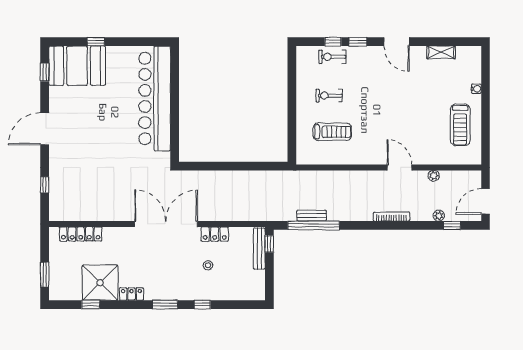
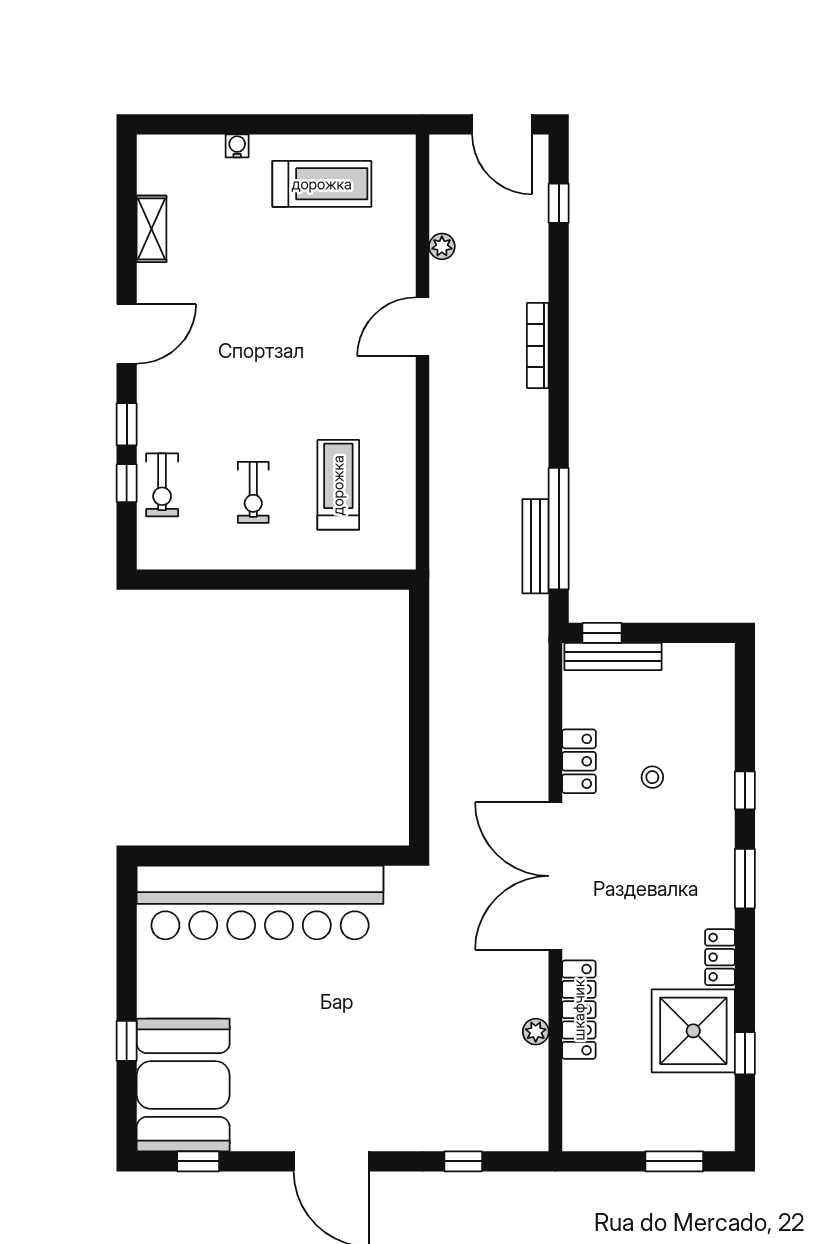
bench: (312, 216) -> (536, 546), width x1.36
plant: (439, 216) -> (536, 1032), moved
locker: (81, 234) -> (579, 1010), moved

